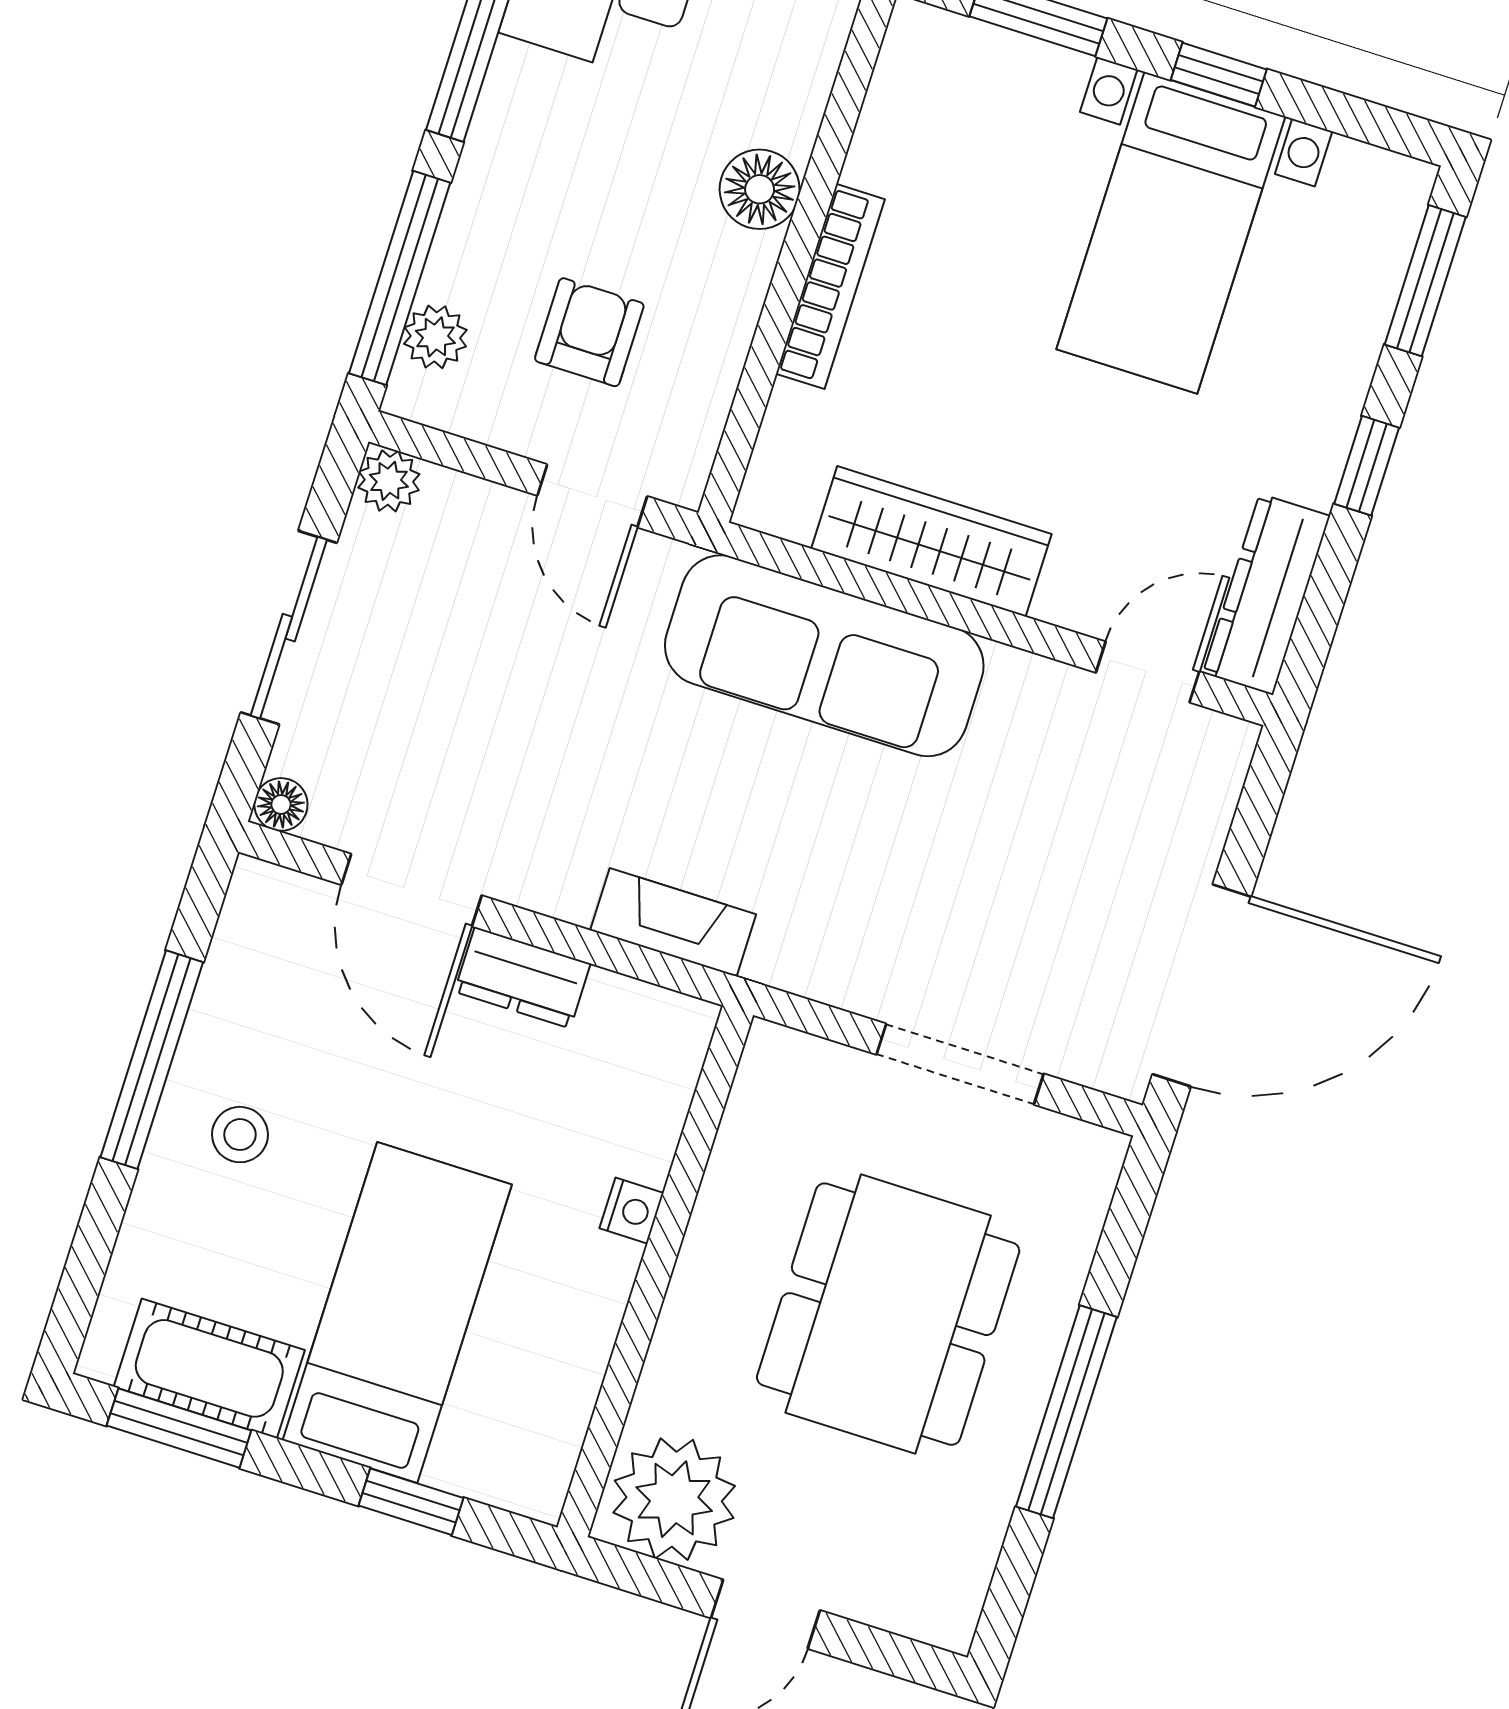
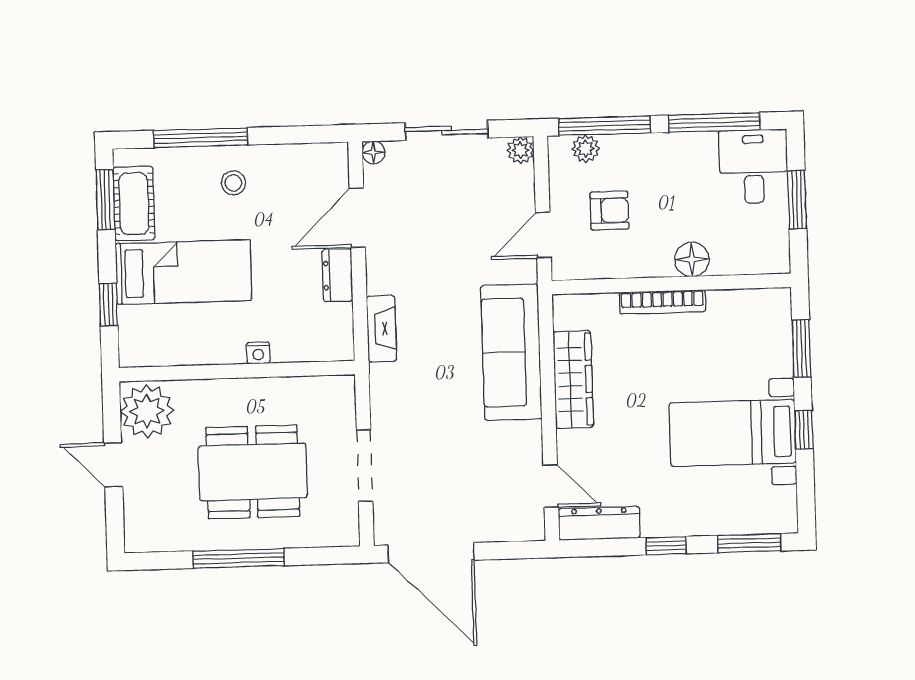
window: (152, 1060) -> (201, 138), moved

